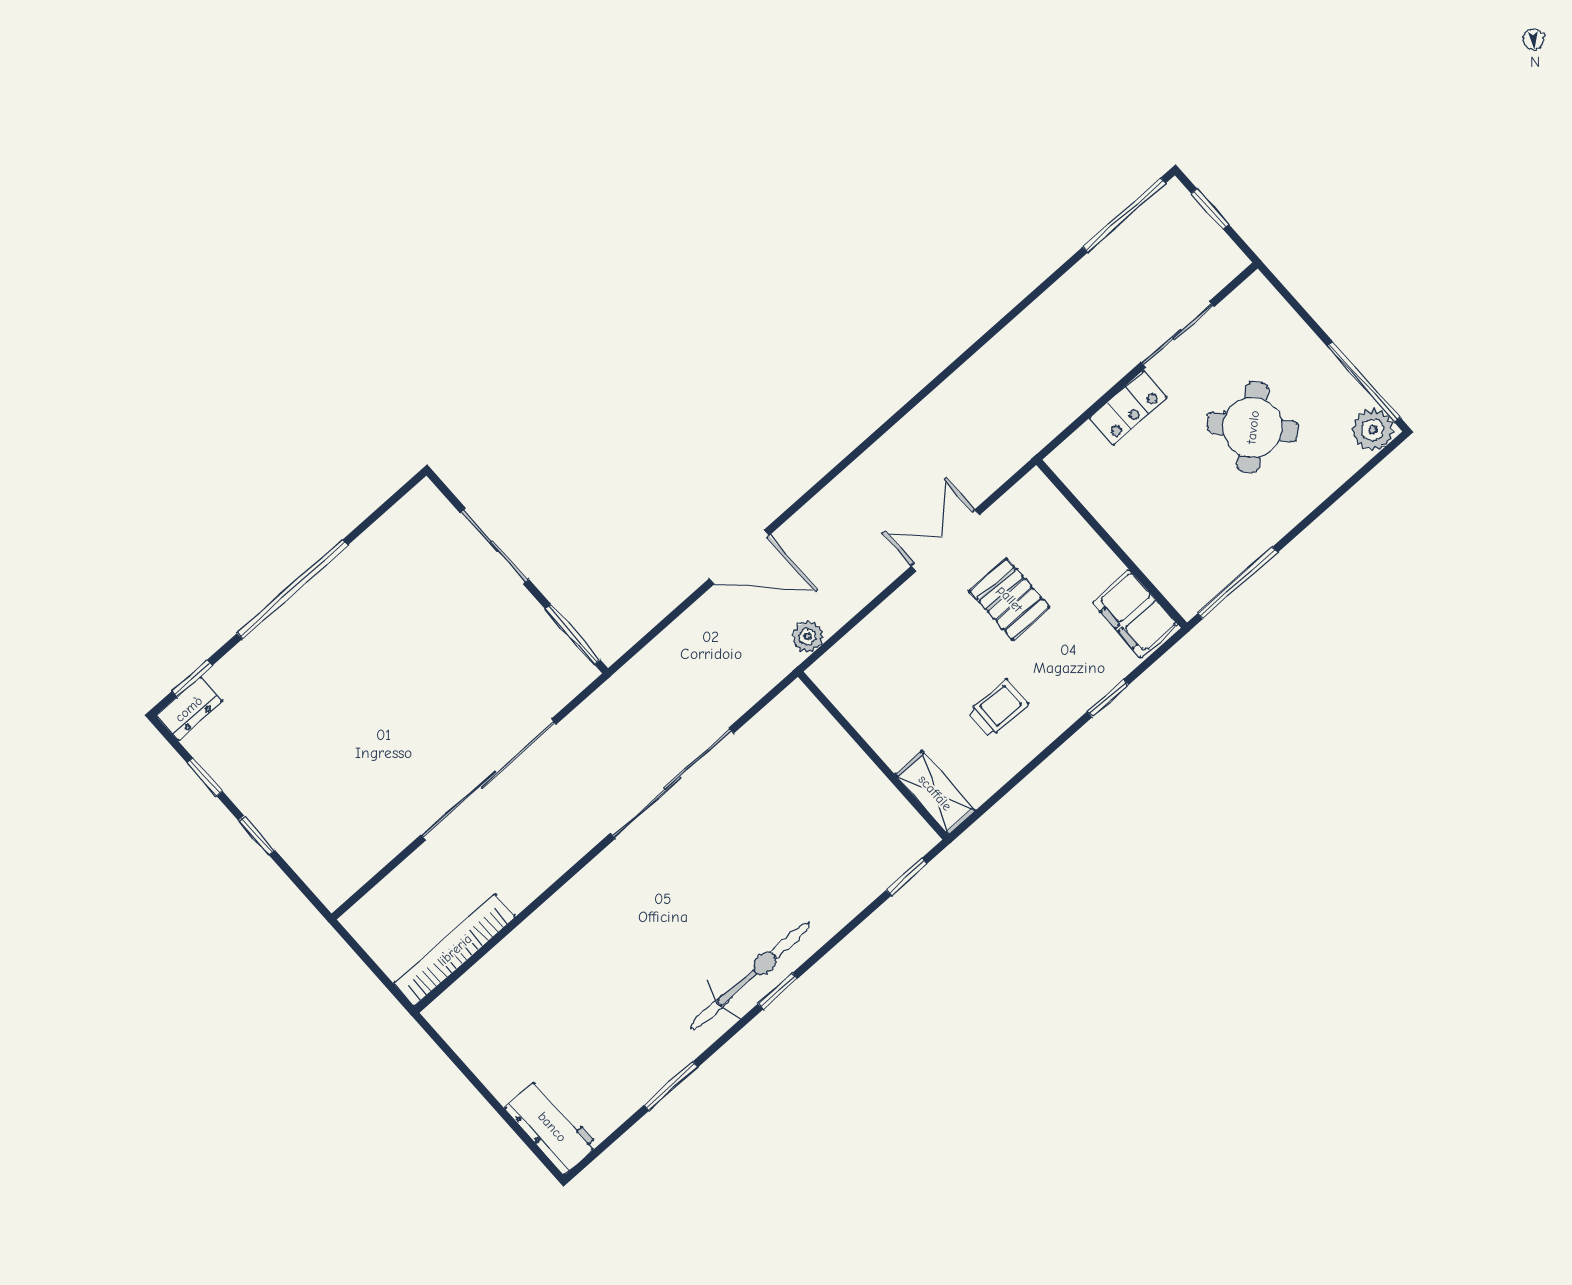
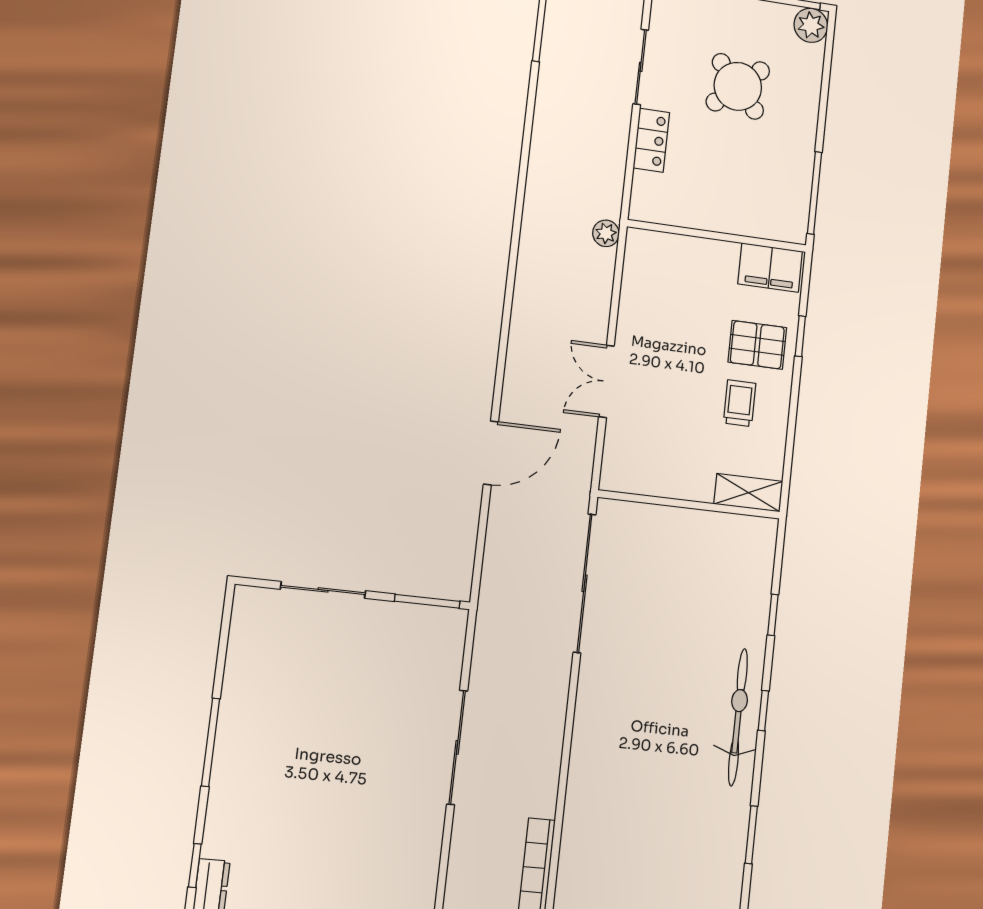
double door: (945, 540) -> (606, 381), moved
window: (292, 589) -> (211, 742), width x0.68
pallet: (1010, 599) -> (757, 345), moved
plant: (808, 637) -> (606, 233), moved
sliding door: (488, 780) -> (457, 747), width x0.73
sliding door: (672, 783) -> (584, 583), moved
window: (907, 877) -> (773, 615), moved

